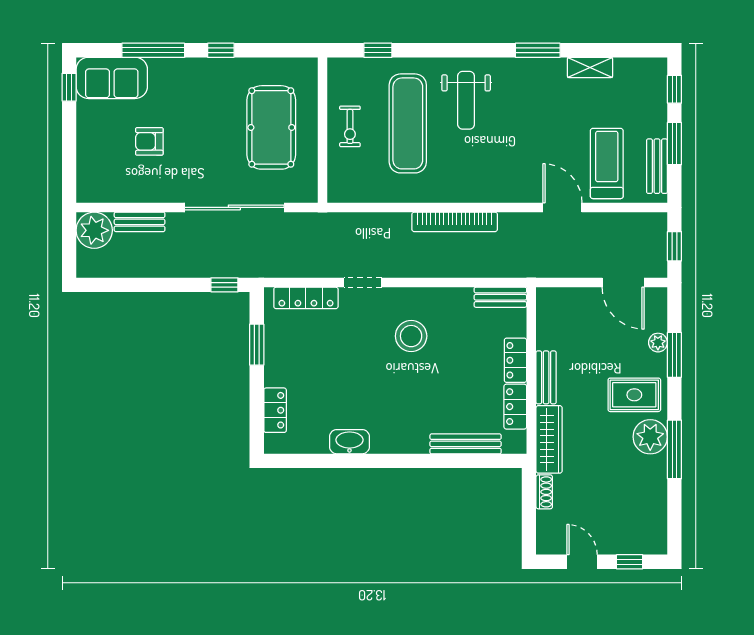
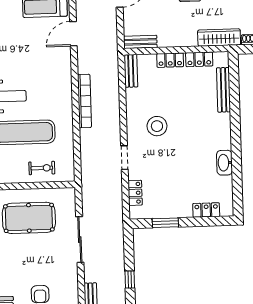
exercise bike: (350, 126) -> (42, 168), moved
sliding door: (234, 207) -> (80, 240), width x0.73
window: (224, 285) -> (130, 280), moved
locker: (306, 298) -> (135, 193), width x0.66
bench: (546, 377) -> (140, 42), moved

